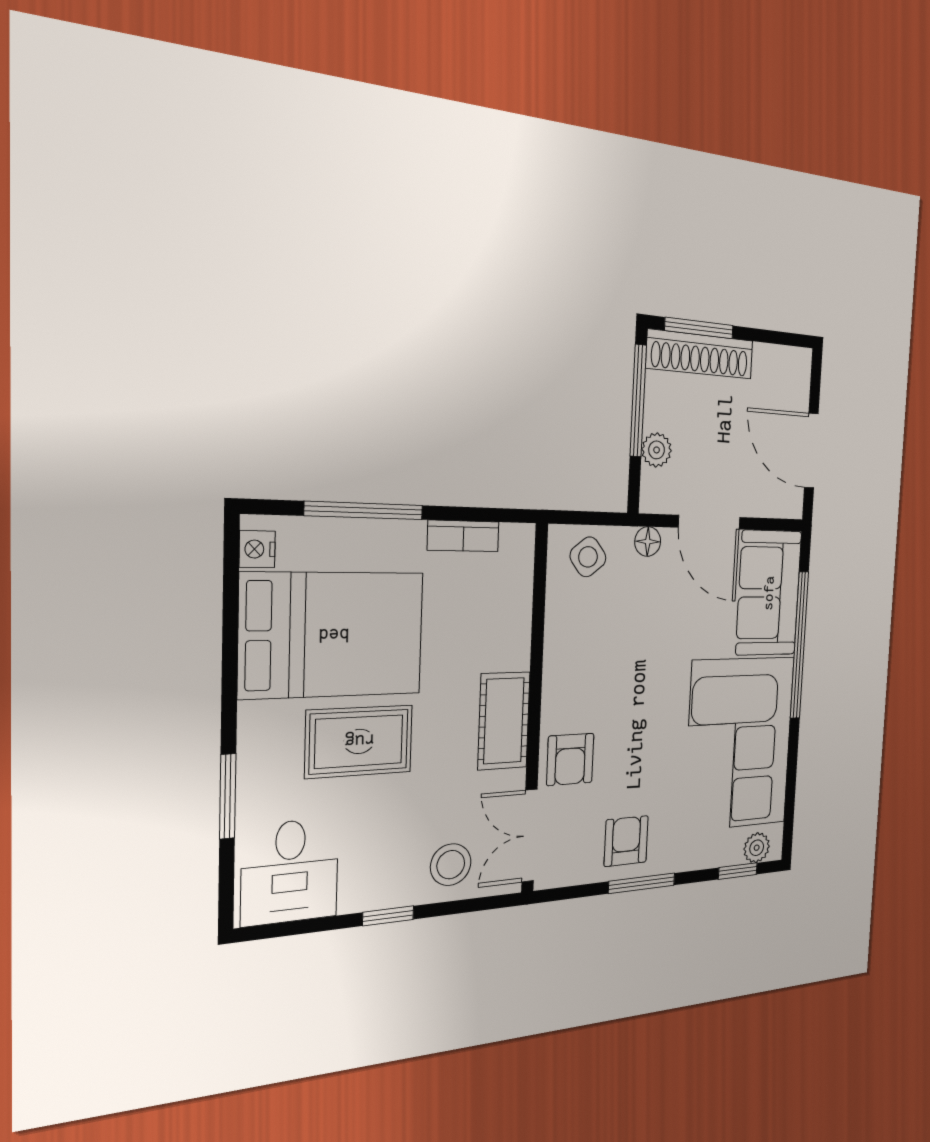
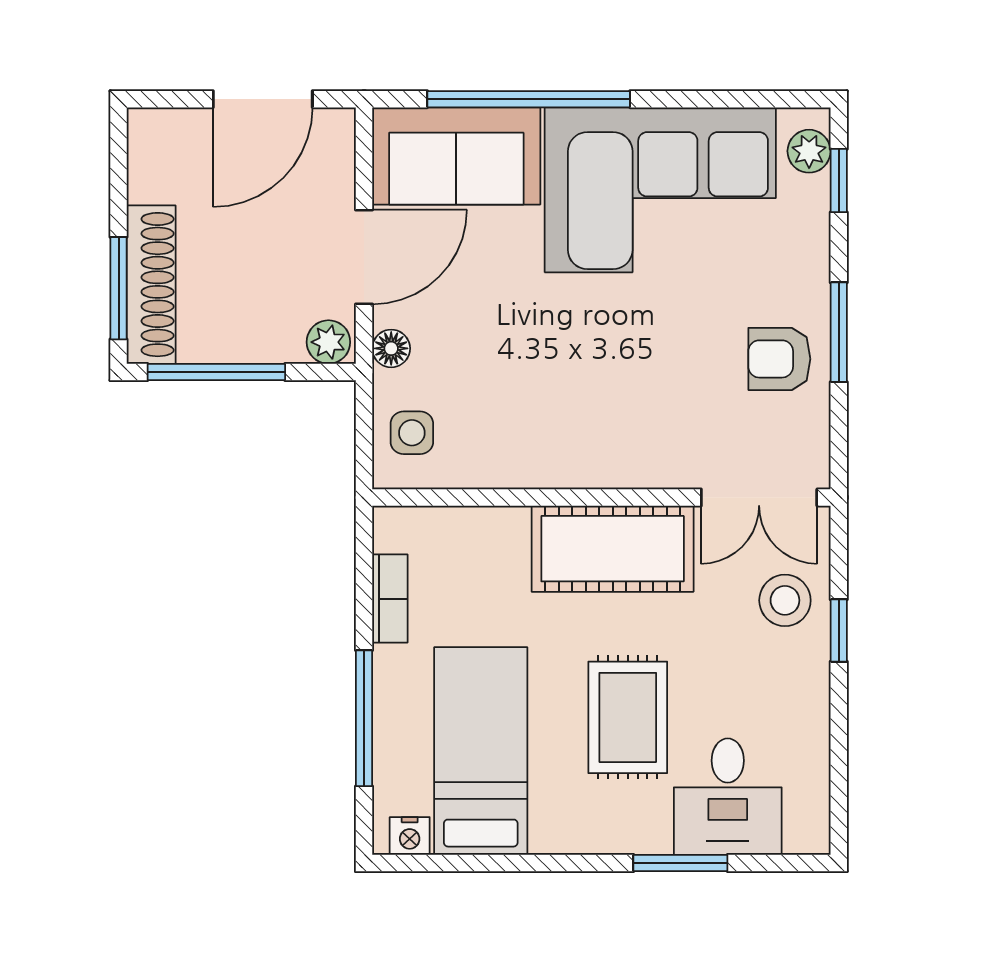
plant: (657, 450) -> (328, 342), moved
side table: (588, 557) -> (412, 433), turned 38
bed: (333, 635) -> (481, 751), width x0.67
cot: (504, 721) -> (613, 549), width x1.37, depth x1.34
armchair: (570, 759) -> (666, 445), removed
desk: (290, 872) -> (728, 797), moved, turned 90
window: (388, 916) -> (839, 630), moved

